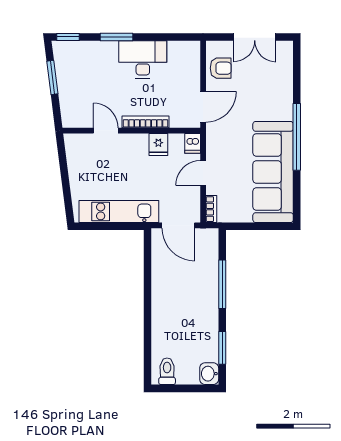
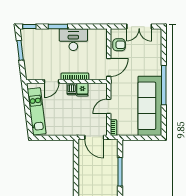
door: (106, 131) -> (52, 82), swing flipped
dishwasher: (193, 143) -> (72, 89), moved
kitchen unit: (119, 211) -> (37, 111), moved, turned 83

